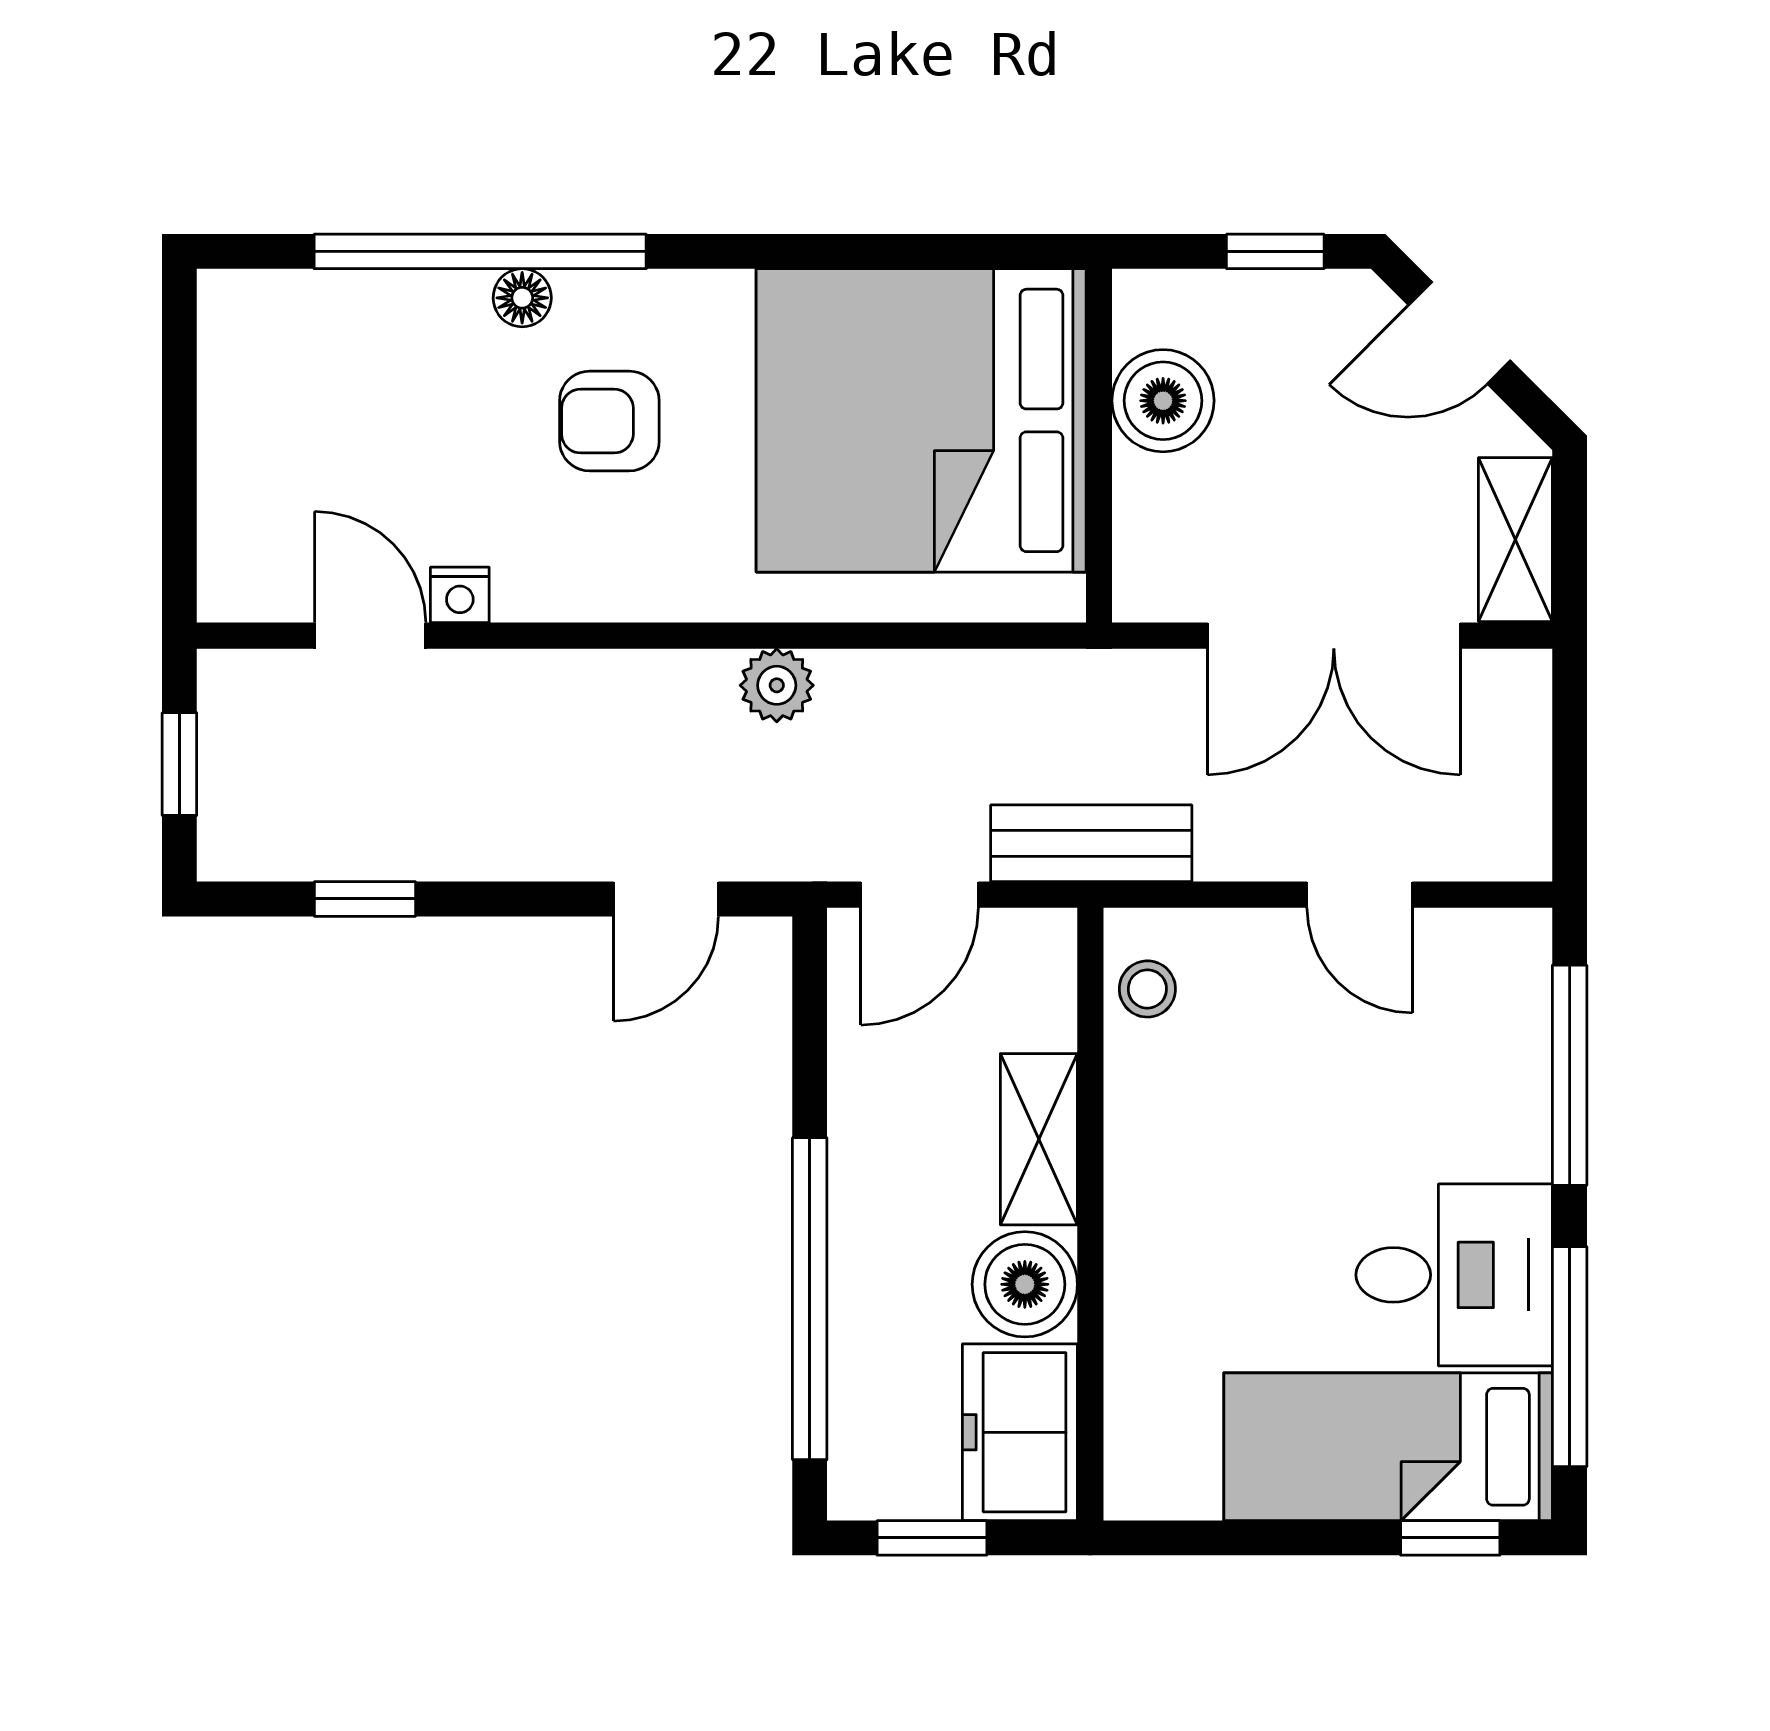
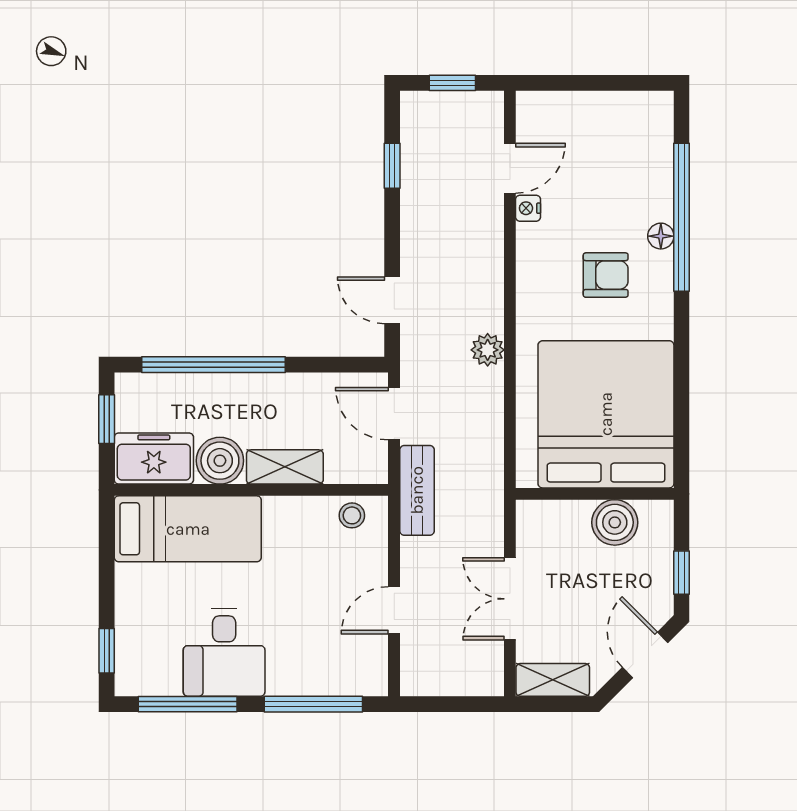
armchair: (609, 421) -> (606, 275), turned 90
double door: (1334, 636) -> (510, 599), width x0.73
bed: (1388, 1447) -> (188, 529), moved, turned 90

